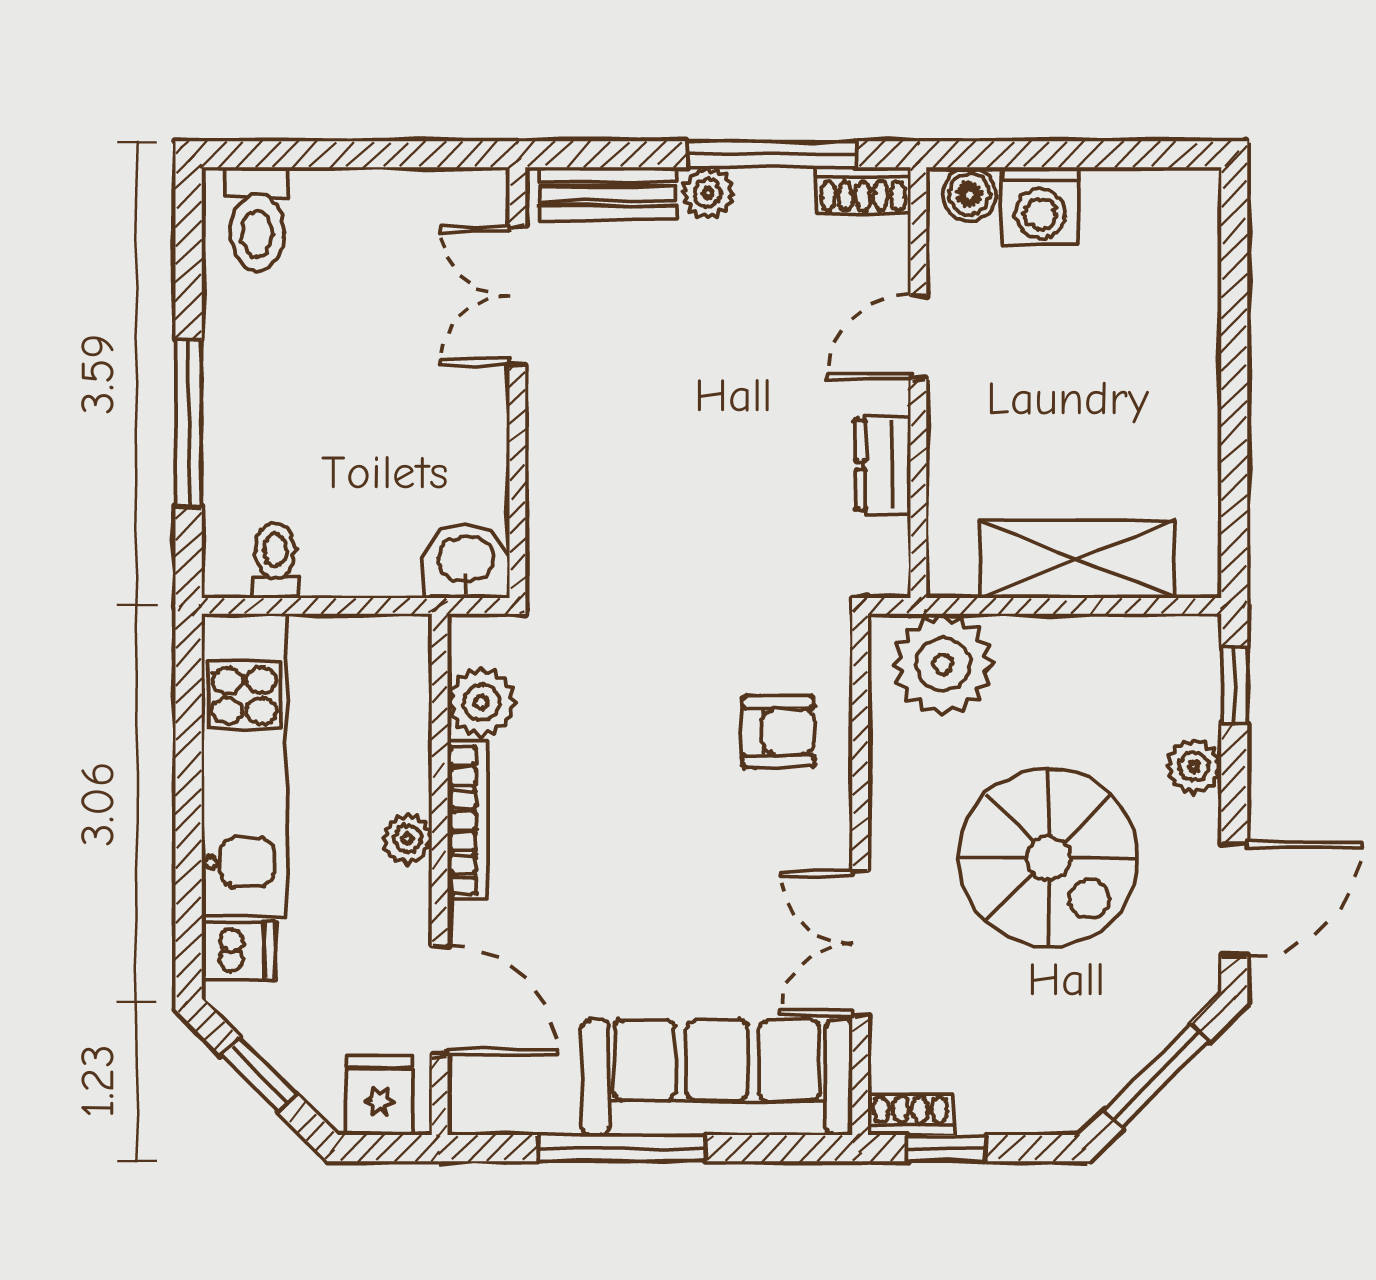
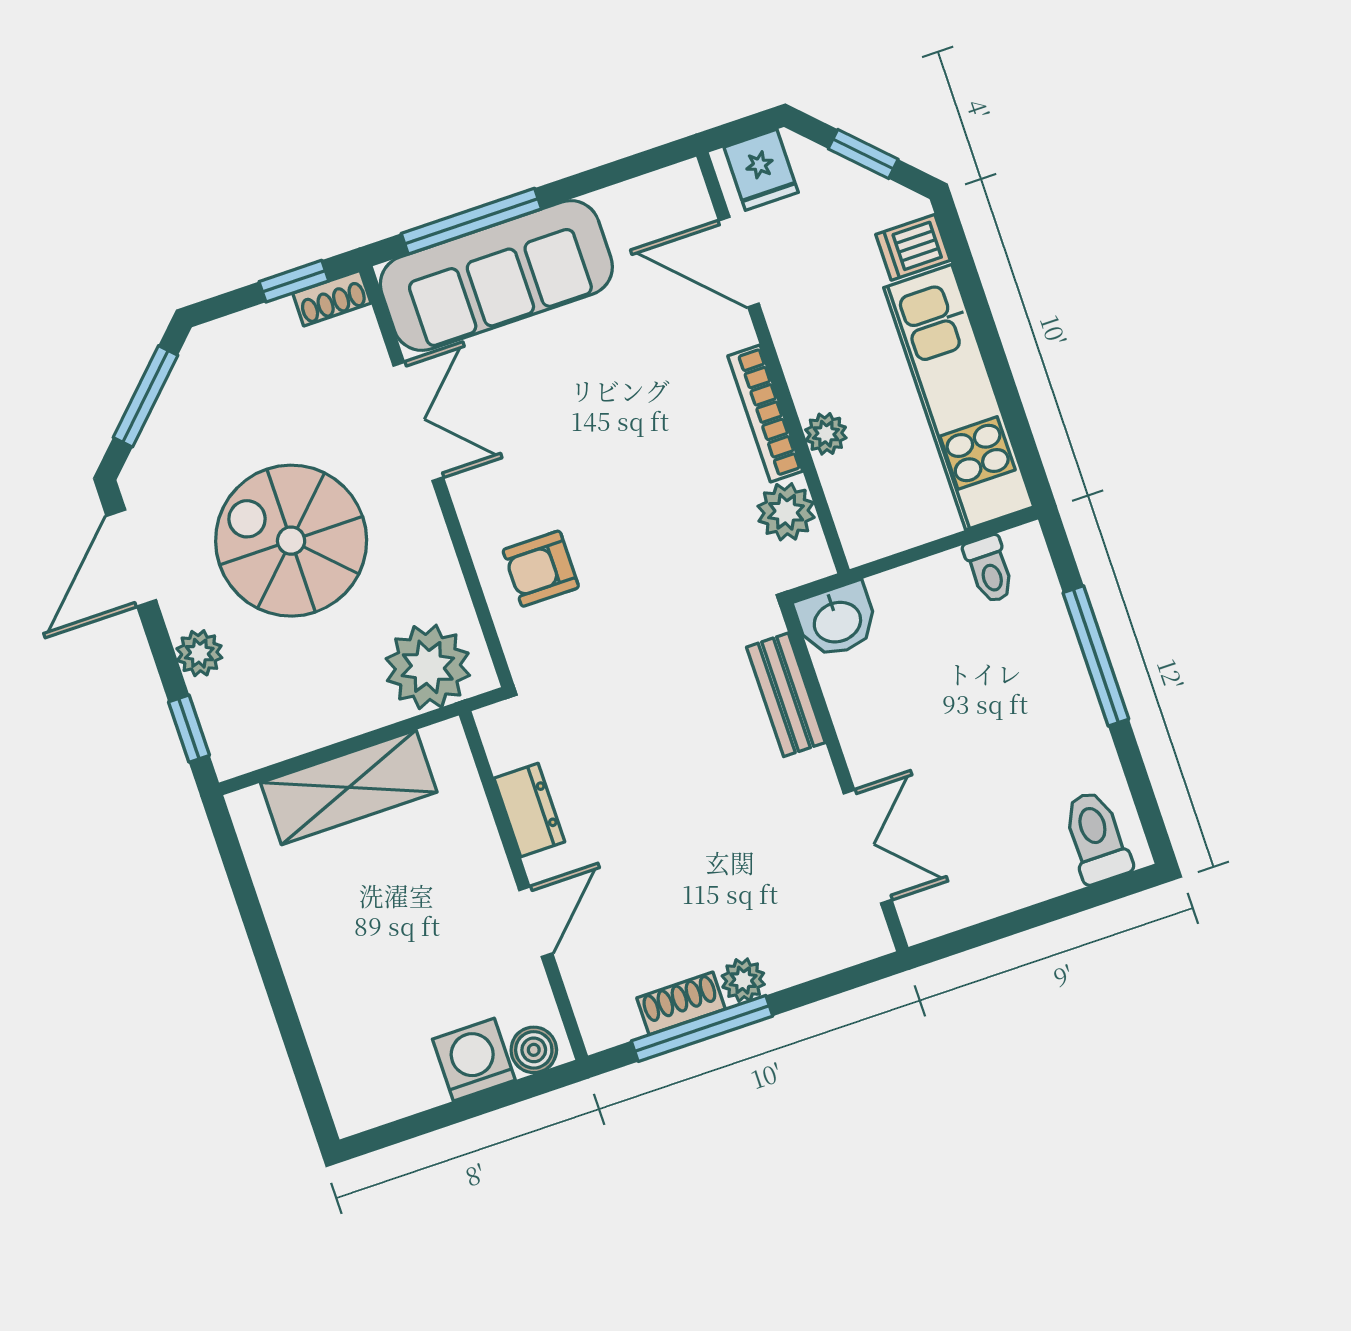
shoe rack: (863, 190) -> (681, 1003), moved
bench: (608, 193) -> (786, 695), moved, turned 90
plant: (407, 839) -> (826, 434), moved
window: (622, 1148) -> (471, 221), moved

